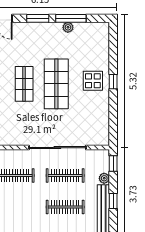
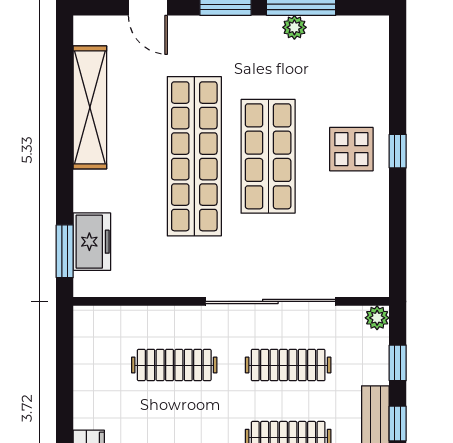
shop shelf: (24, 84) -> (194, 156), width x2.00, depth x1.36
window: (113, 163) -> (398, 363), moved
plant: (104, 178) -> (377, 318), moved

